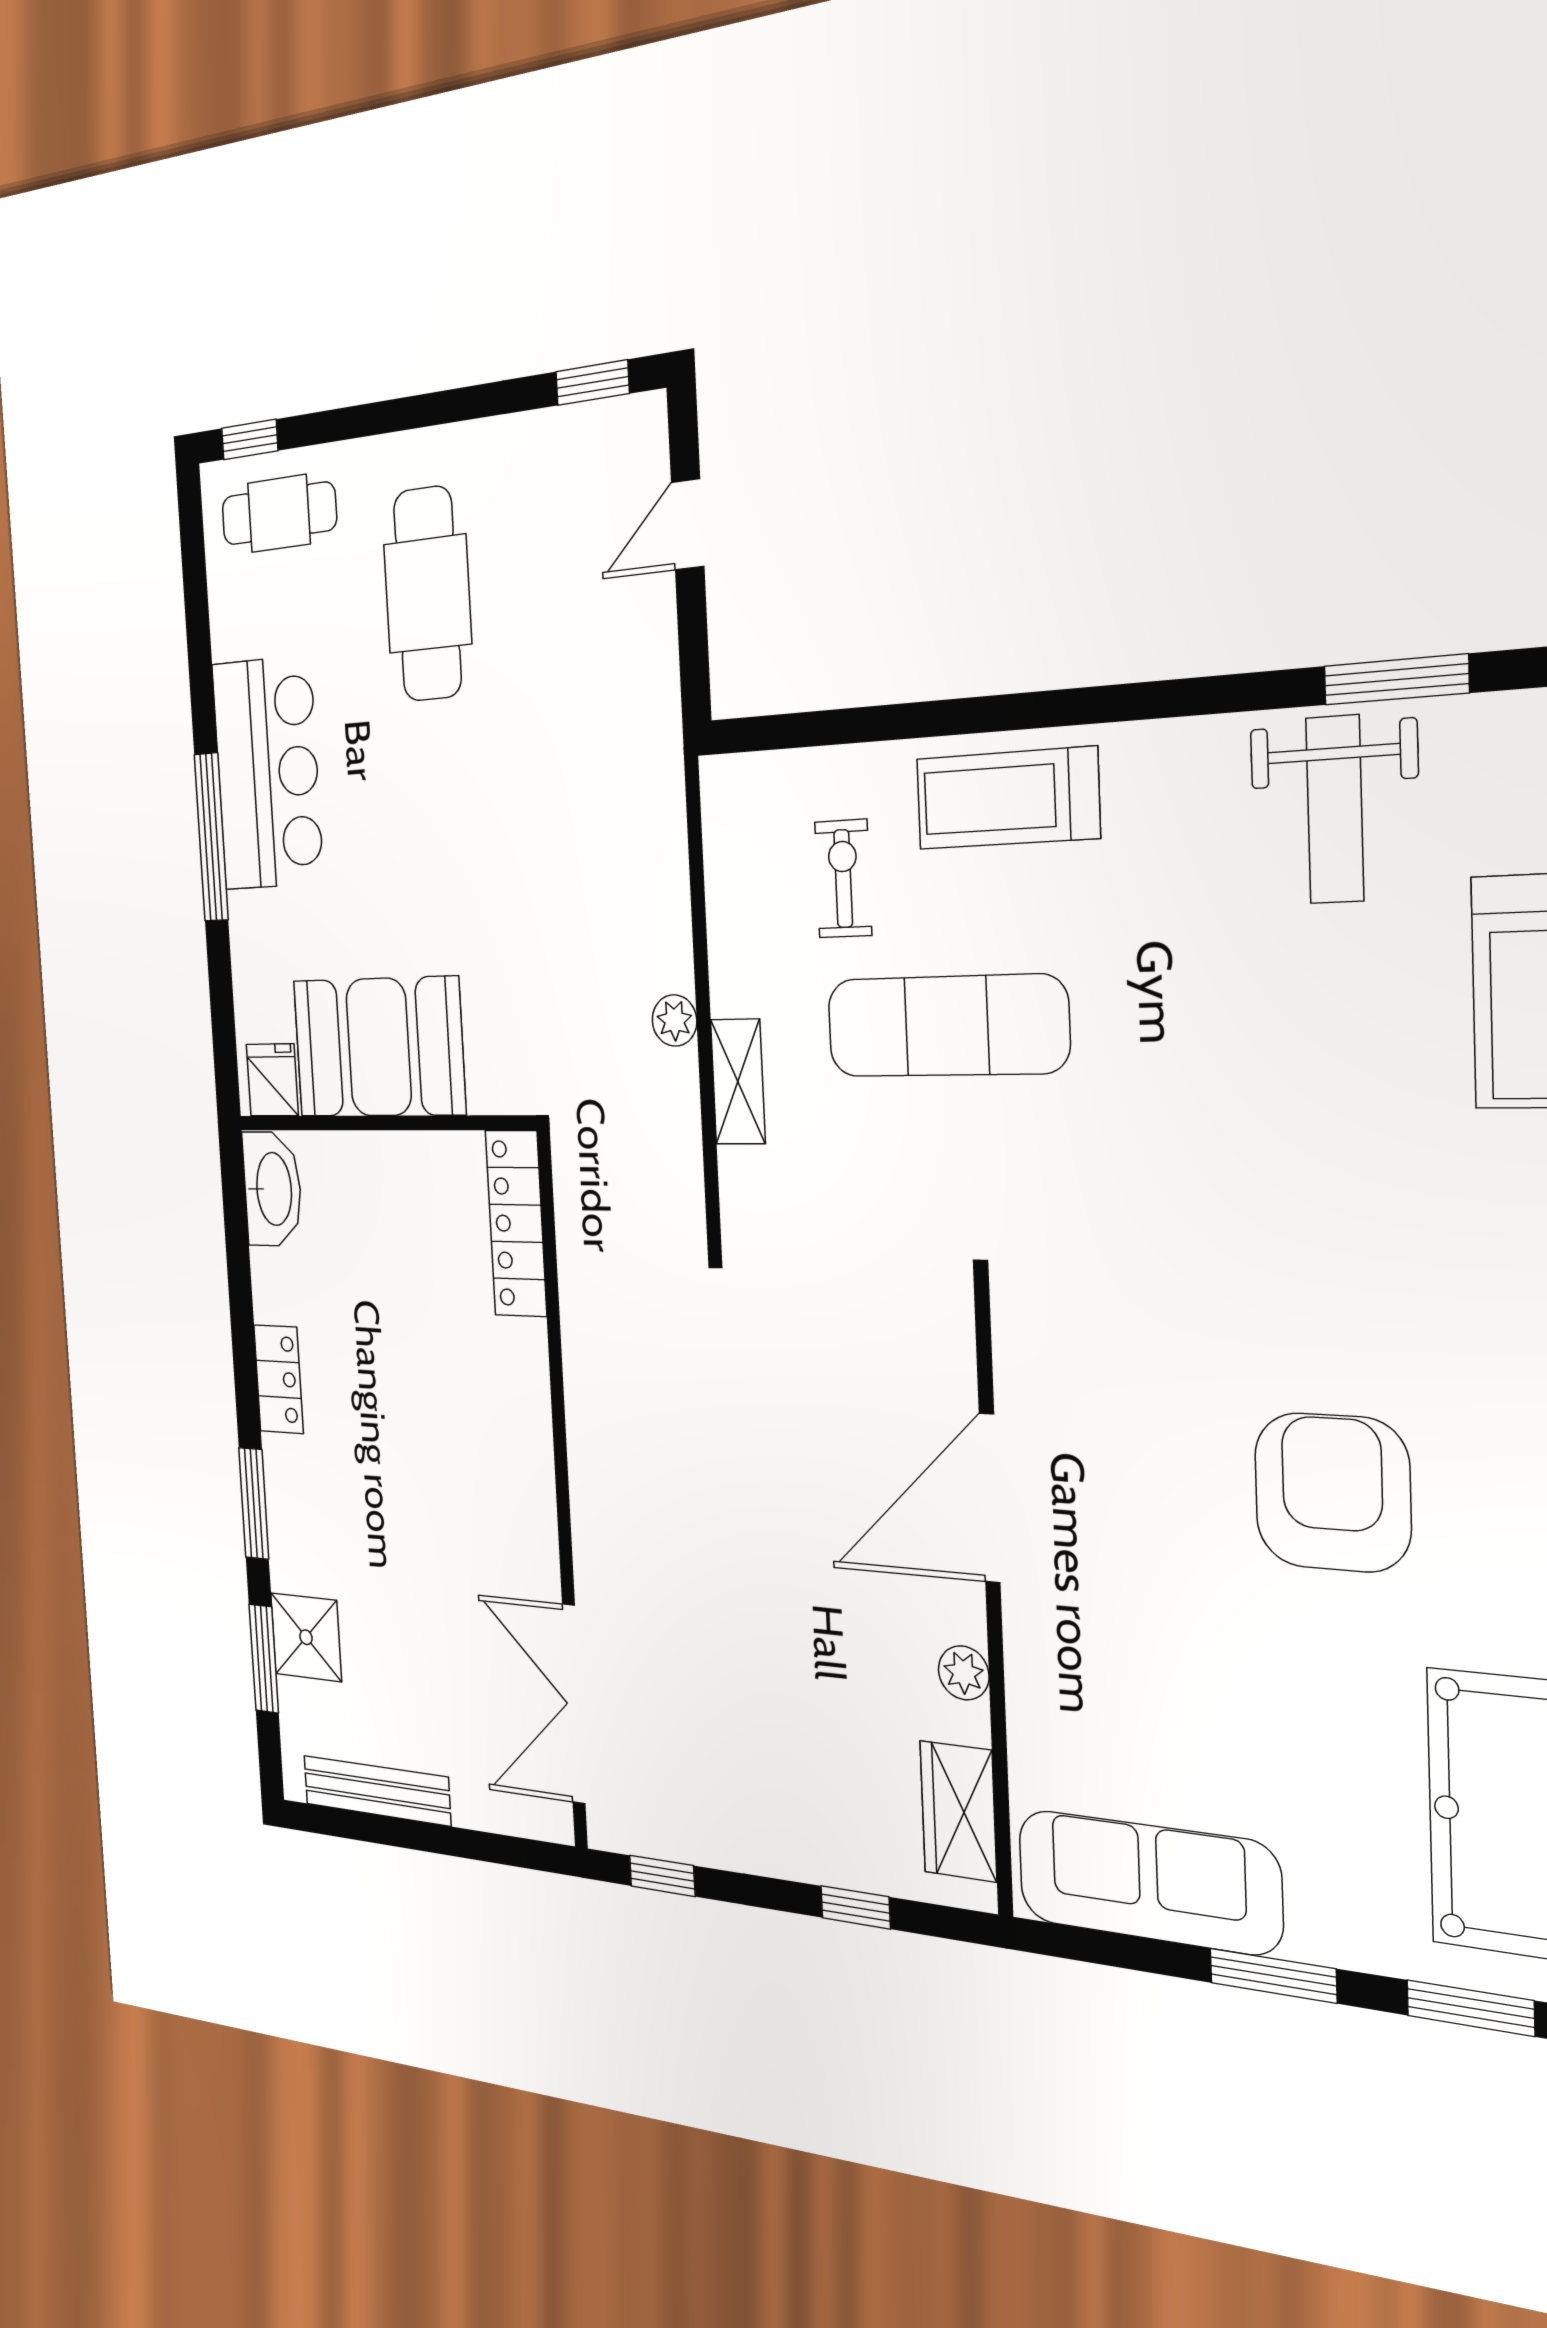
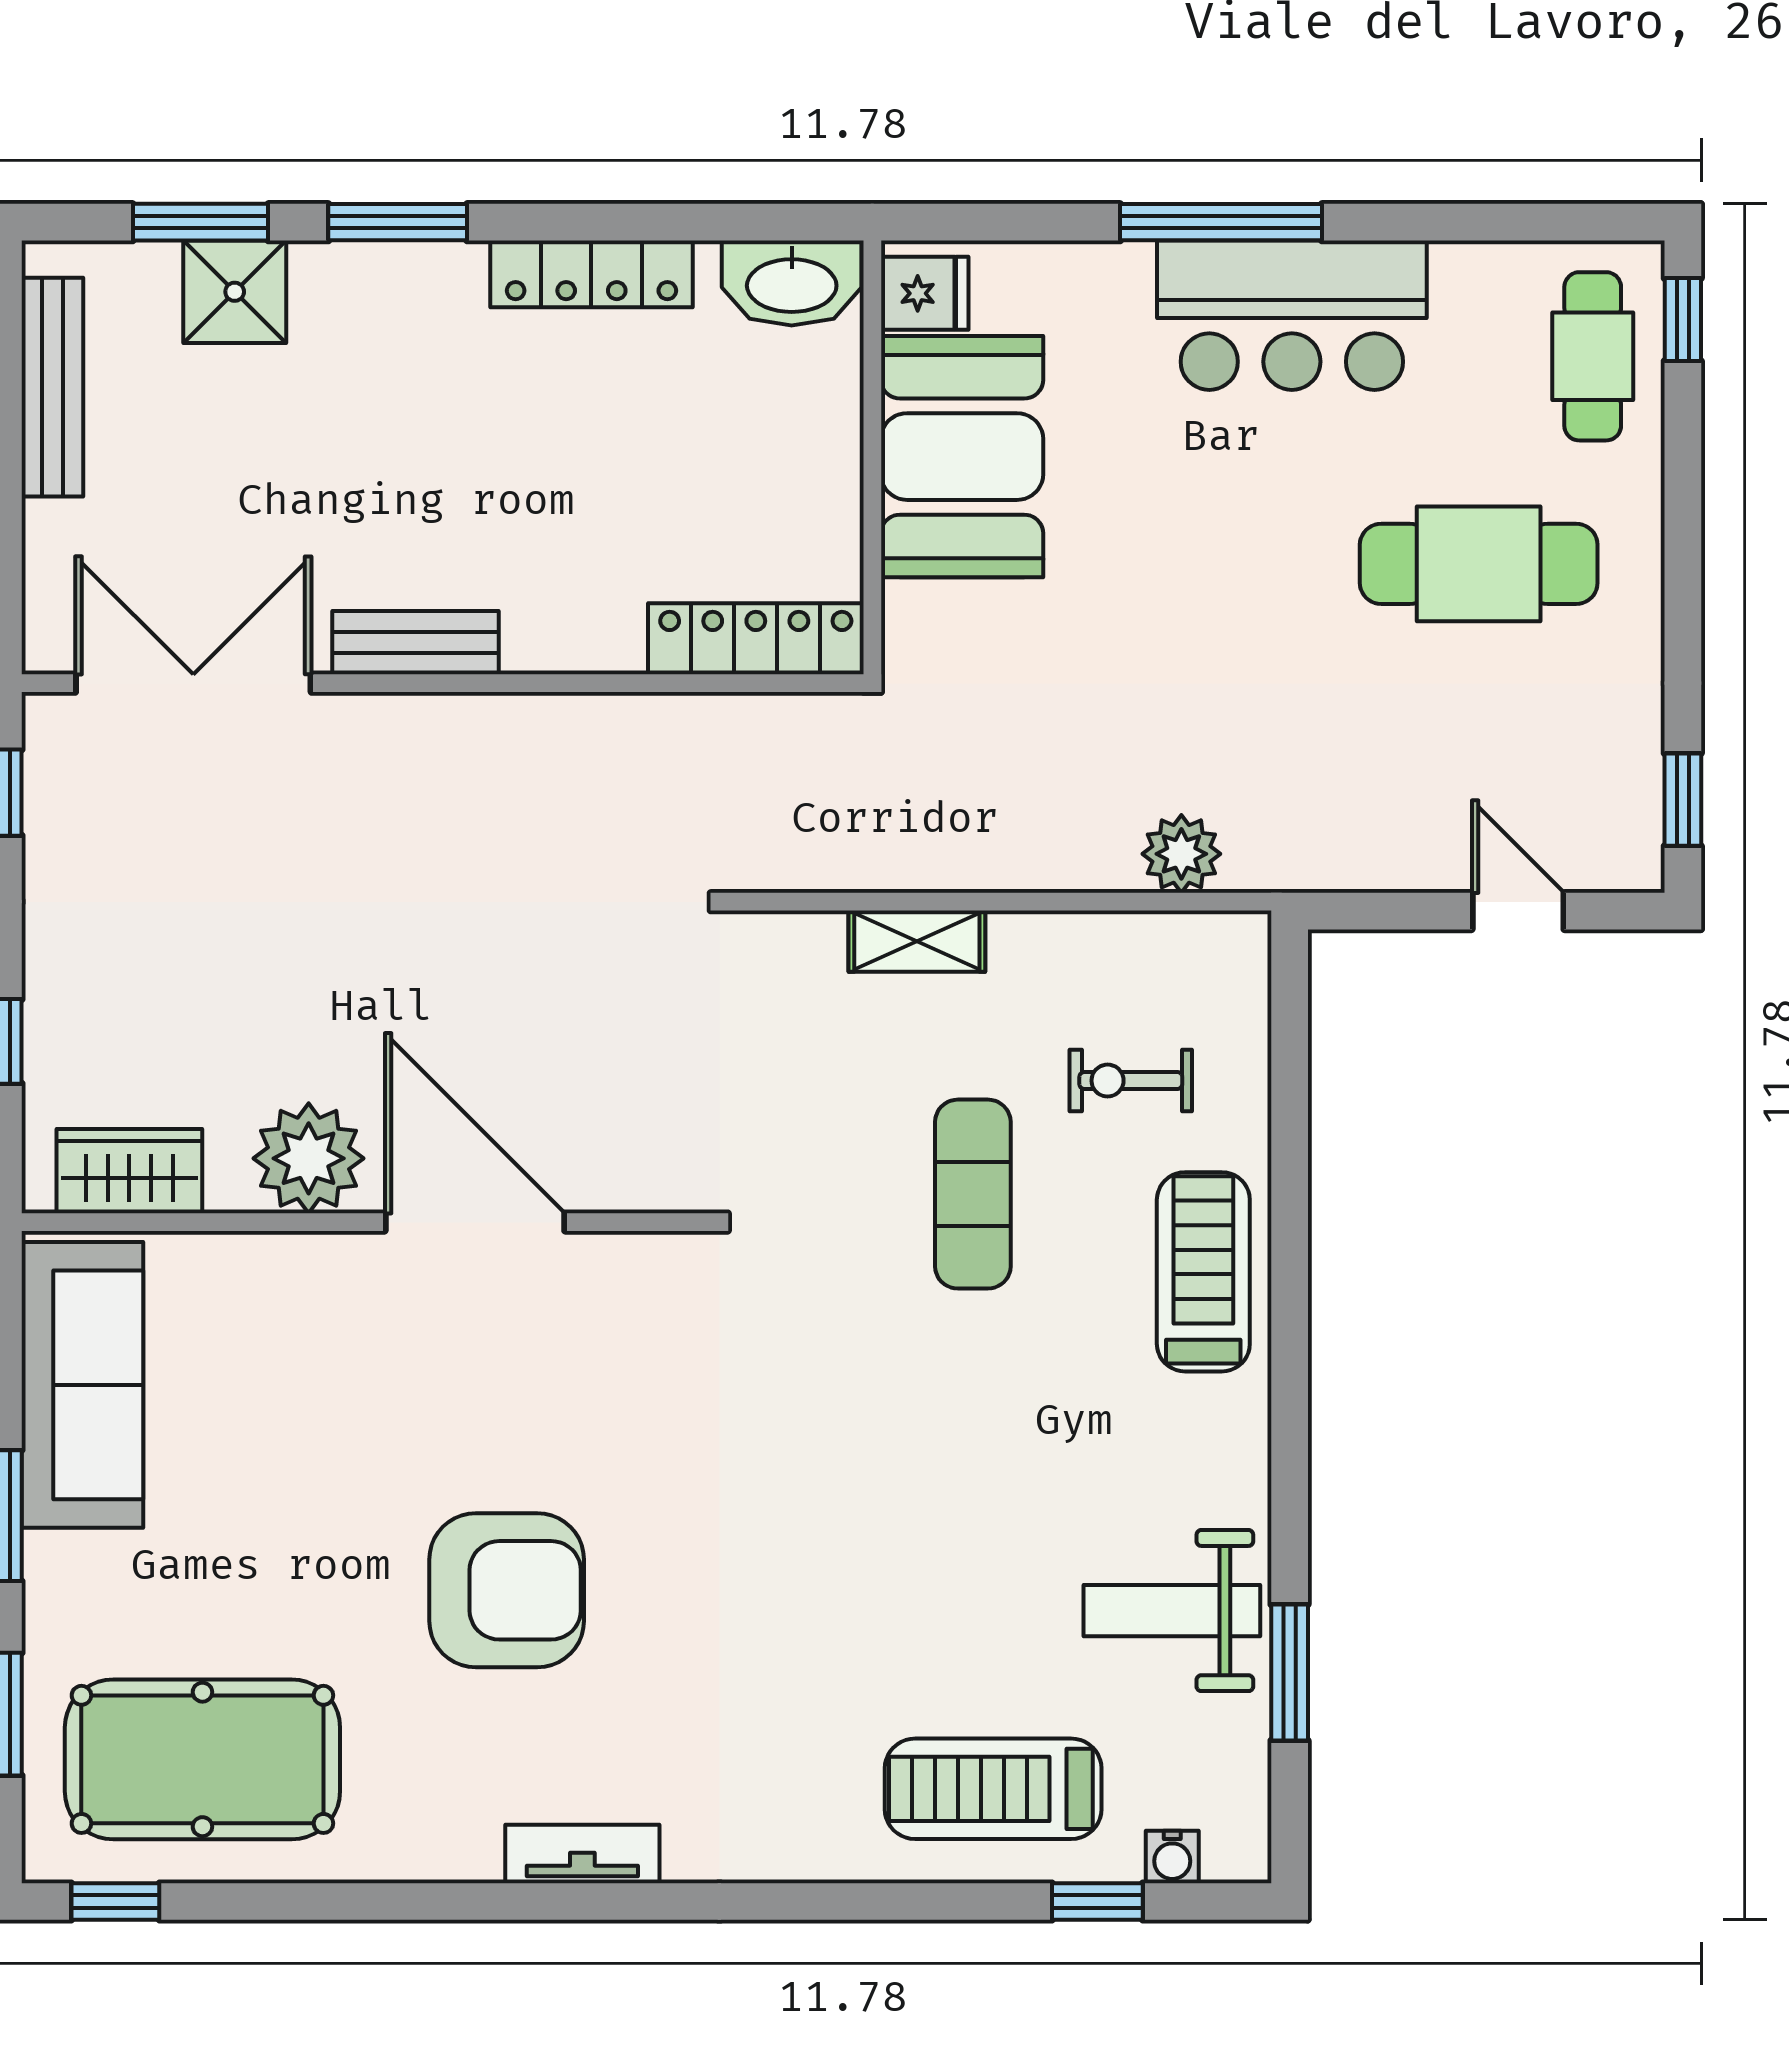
exercise bike: (843, 879) -> (1131, 1081), turned 180
plant: (675, 1020) -> (1181, 854), moved, width x1.38, depth x1.38
exercise mat: (947, 1026) -> (973, 1194), width x0.73, depth x0.69
locker: (279, 1379) -> (591, 274), width x1.53
bench: (535, 1514) -> (415, 643), added
plant: (964, 1673) -> (309, 1158), width x1.88, depth x1.88

